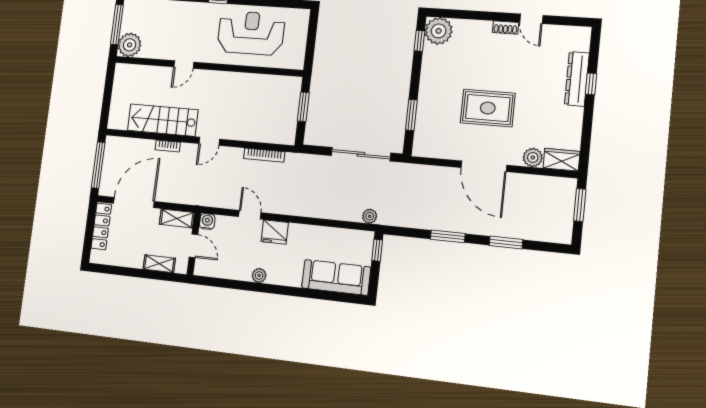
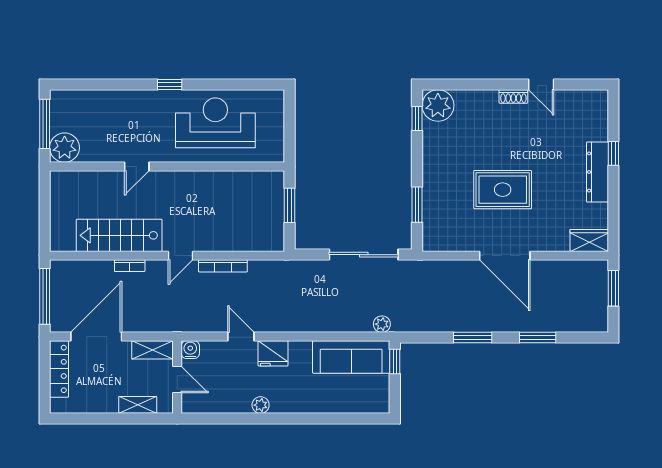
dresser: (577, 79) -> (598, 172), moved
bookcase: (264, 155) -> (223, 266), moved
plant: (533, 157) -> (558, 241), removed
sofa: (336, 277) -> (351, 357), moved, turned 180

